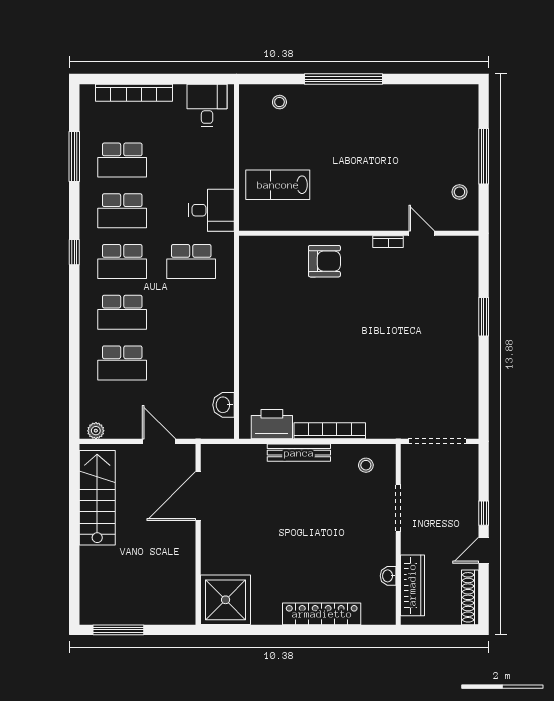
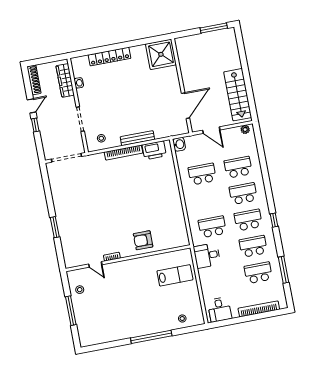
school desk: (191, 363) -> (202, 174), added
washbasin: (224, 405) -> (179, 144), moved

